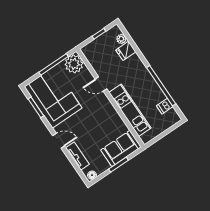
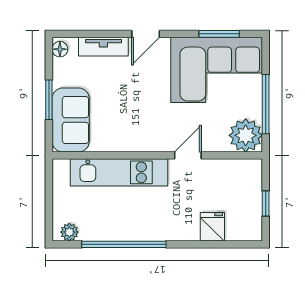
plant: (121, 39) -> (69, 232), moved
dishwasher: (165, 106) -> (90, 229), removed

